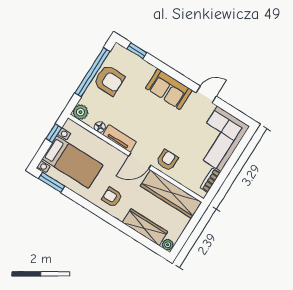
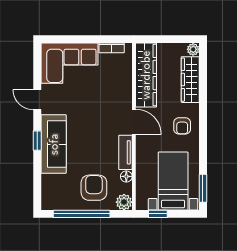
window: (137, 51) -> (37, 141), moved
armchair: (109, 80) -> (94, 188), moved
sofa: (169, 89) -> (54, 144), width x1.36
armchair: (167, 160) -> (118, 98), removed

